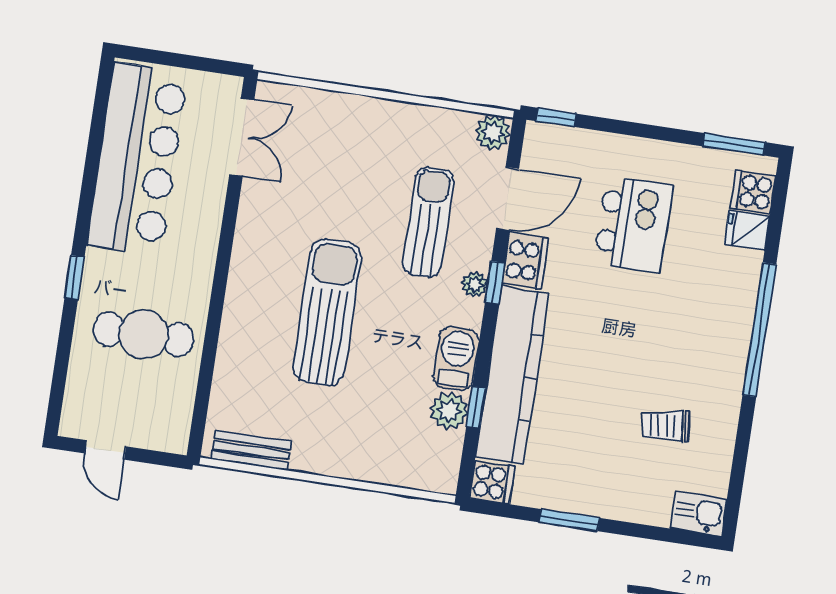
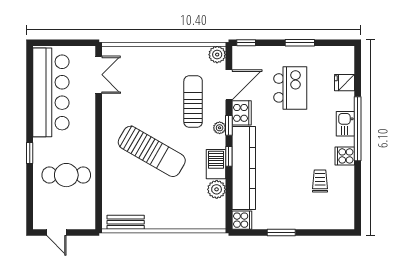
window: (734, 144) -> (300, 43), moved
cooker: (753, 192) -> (345, 156), moved
sun lounger: (327, 312) -> (152, 151), turned 120
window: (476, 407) -> (229, 156), moved
trolley: (666, 426) -> (320, 181), turned 97
kitchen sink: (699, 514) -> (345, 124), moved, turned -90

